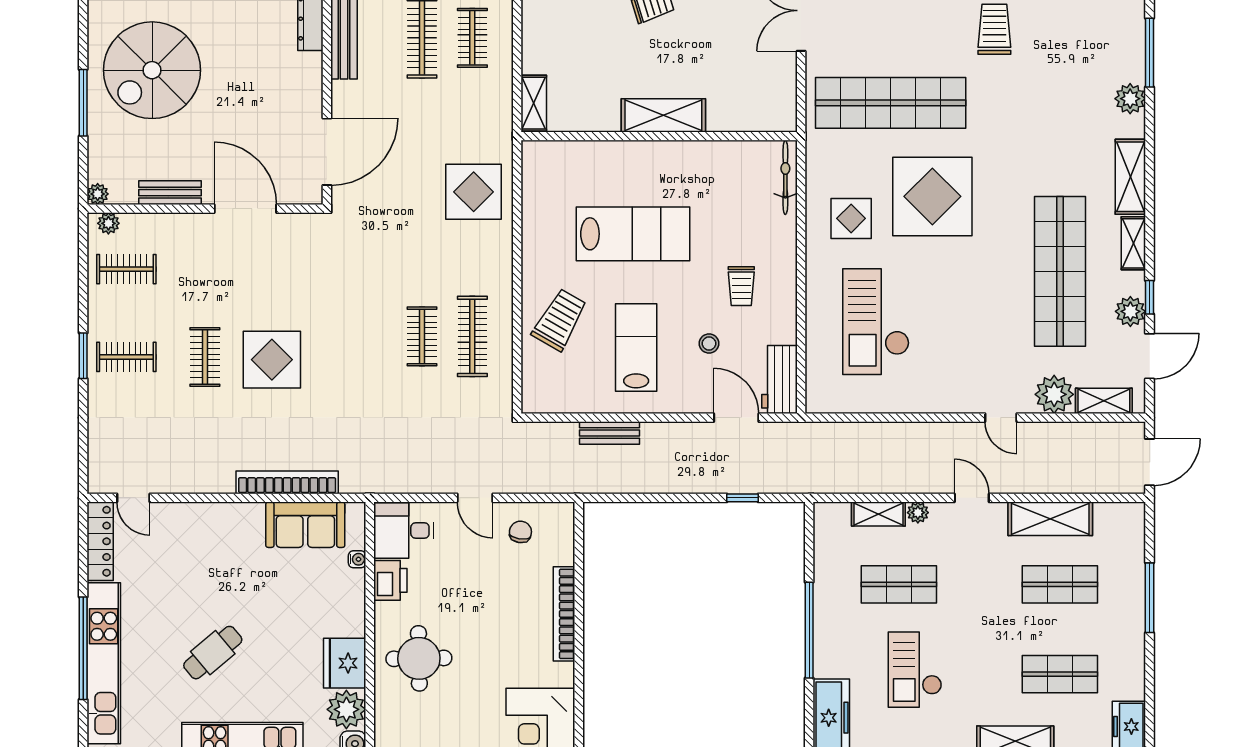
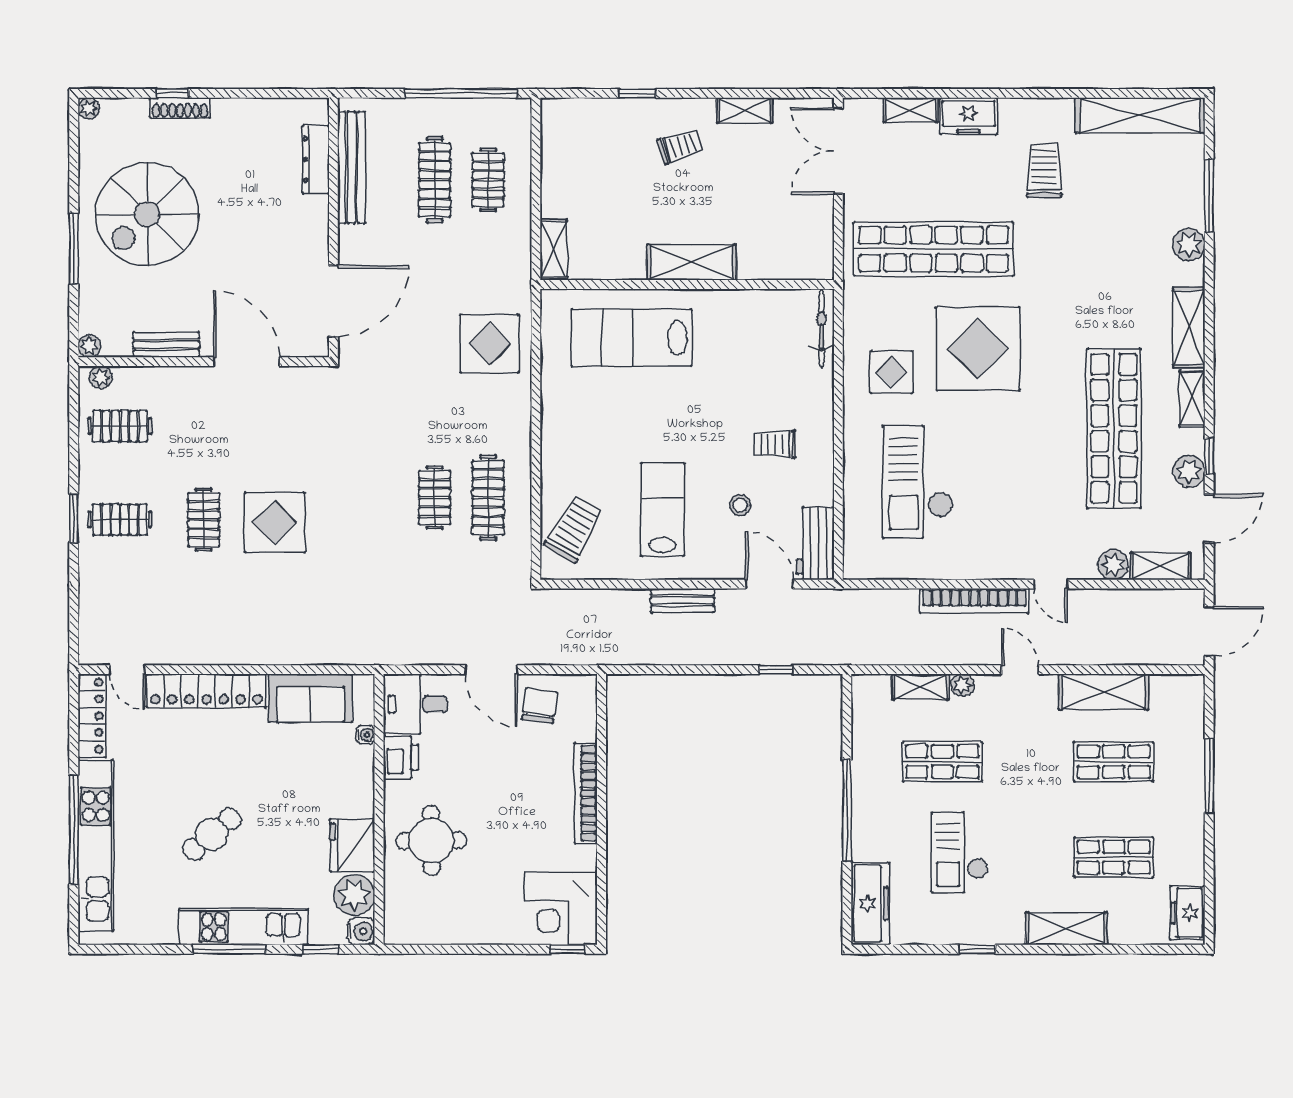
lab bench: (633, 234) -> (632, 338), moved, turned 180
trolley: (741, 286) -> (775, 444), turned 90
trolley: (559, 320) -> (574, 529), moved
plant: (1054, 394) -> (1113, 565), width x0.73, depth x0.73
bench: (610, 433) -> (683, 600), moved
bookcase: (287, 482) -> (974, 601), moved, turned 180
door: (475, 498) -> (491, 670), width x1.38
locker: (208, 518) -> (206, 691), added
chair: (520, 532) -> (539, 706), width x1.37, depth x1.37

